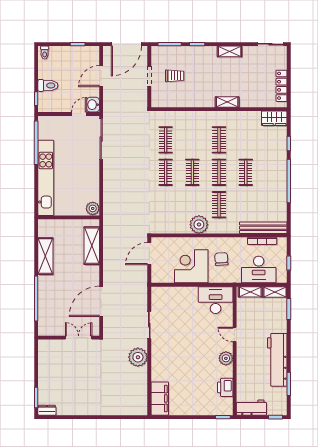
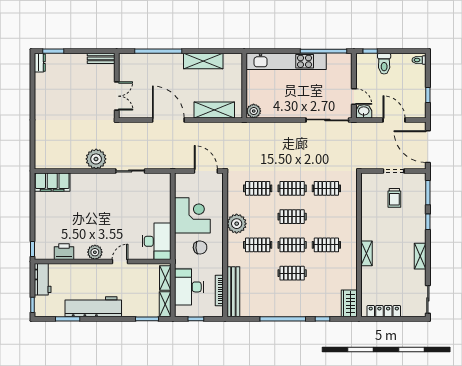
clothes rail: (166, 205) -> (258, 188), added
door: (101, 301) -> (168, 120), moved
bench: (43, 352) -> (101, 58), added

